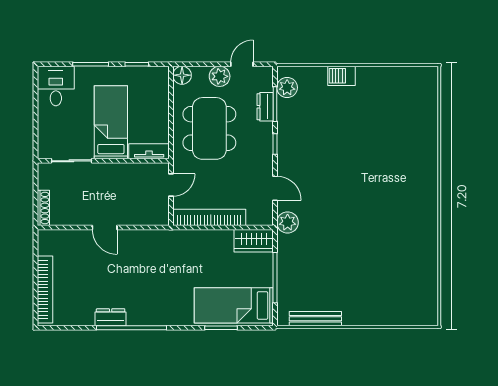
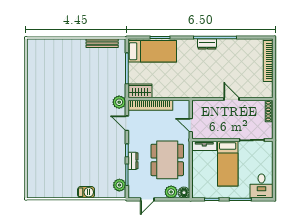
plant: (220, 76) -> (171, 192), moved
dresser: (265, 107) -> (133, 161), moved
door: (171, 185) -> (191, 125), hinge flipped
bookcase: (209, 217) -> (150, 105), moved
dresser: (111, 317) -> (207, 44), moved

